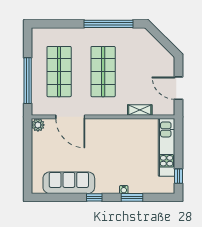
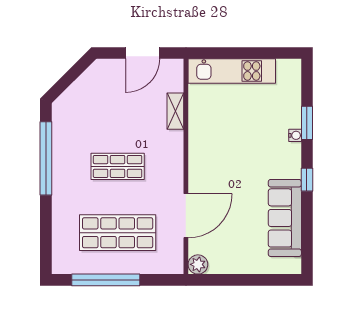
shop shelf: (103, 72) -> (118, 166), width x0.70, depth x0.74
window: (28, 81) -> (106, 280), moved
window: (179, 176) -> (275, 53), removed

